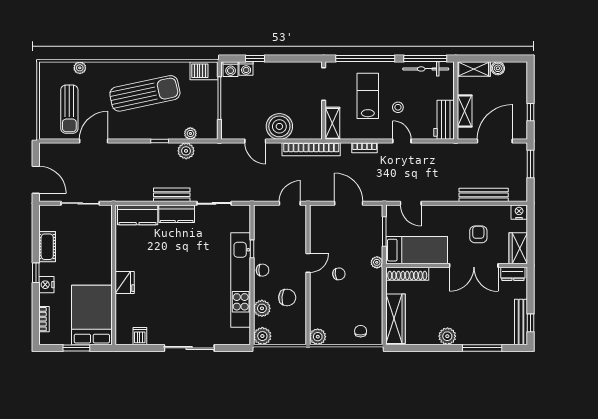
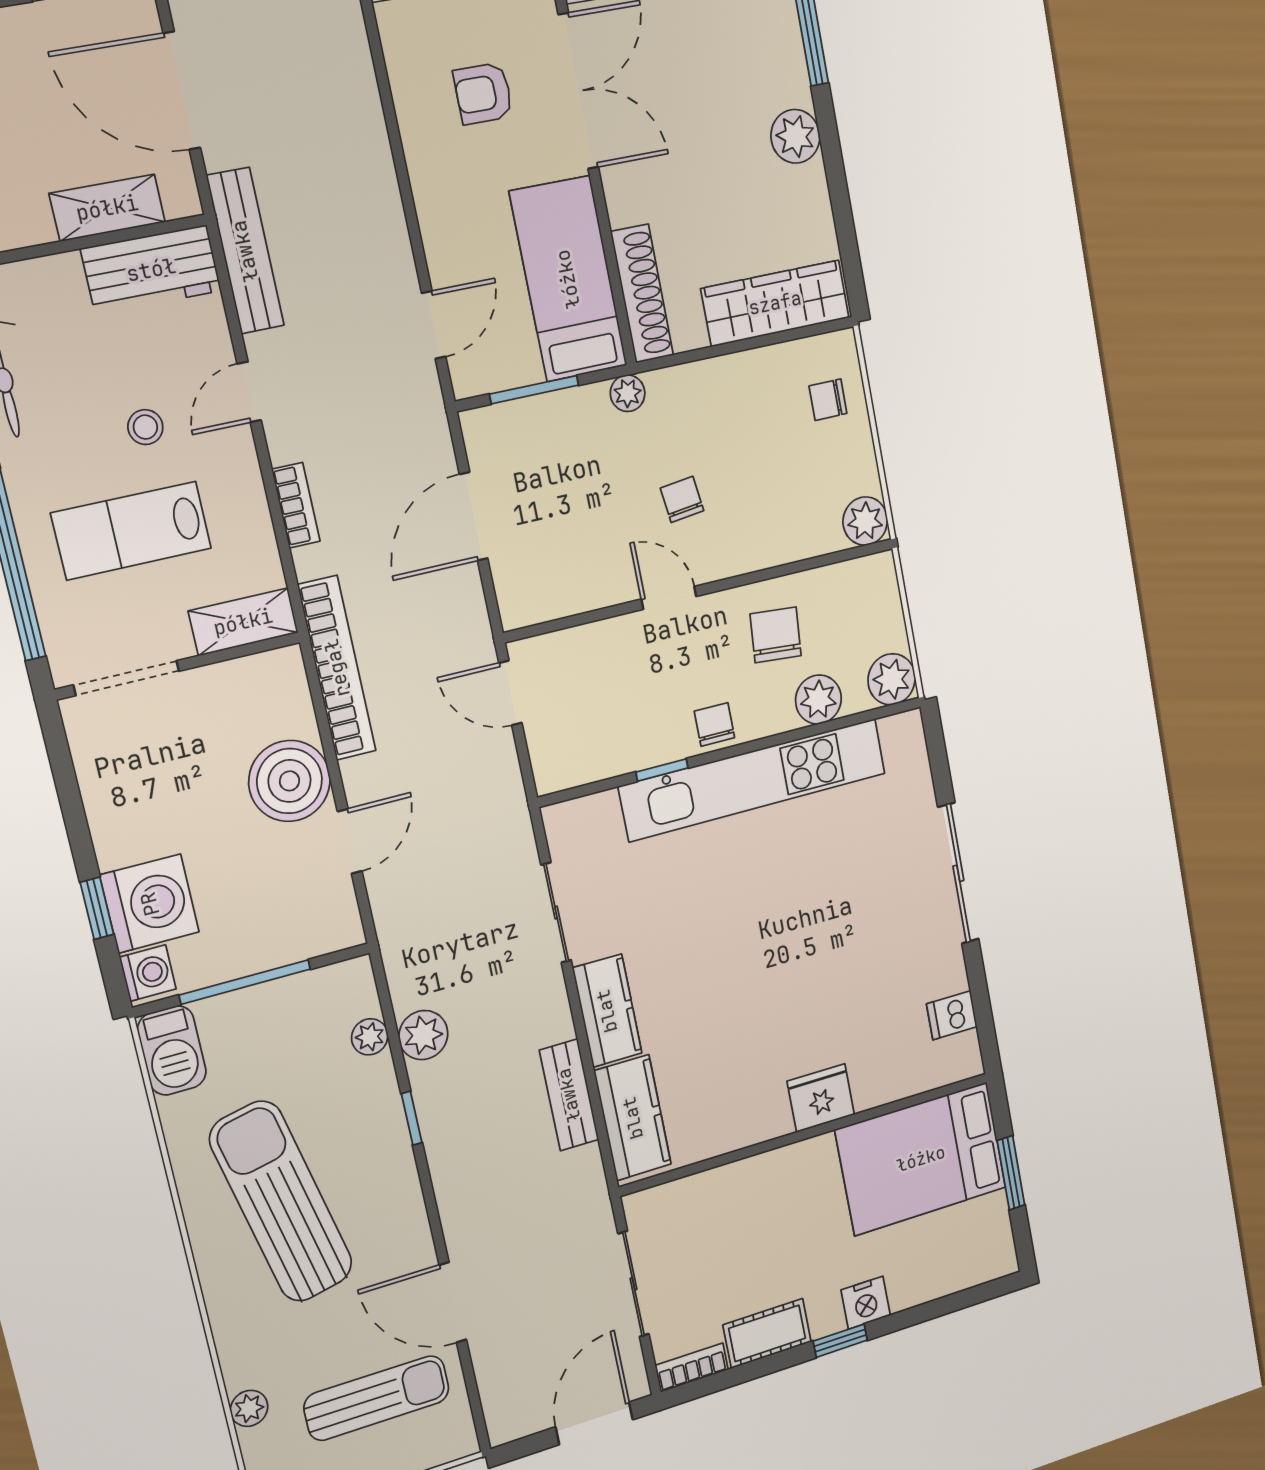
washing machine: (246, 69) -> (150, 904), width x1.89, depth x1.89
bench: (172, 195) -> (569, 1095), moved
bench: (484, 195) -> (245, 251), moved
bookcase: (44, 319) -> (692, 1367), moved

